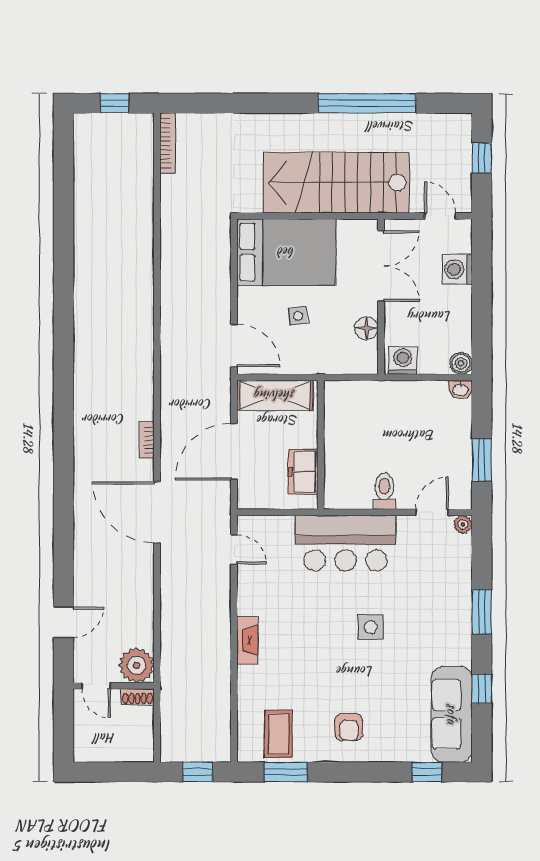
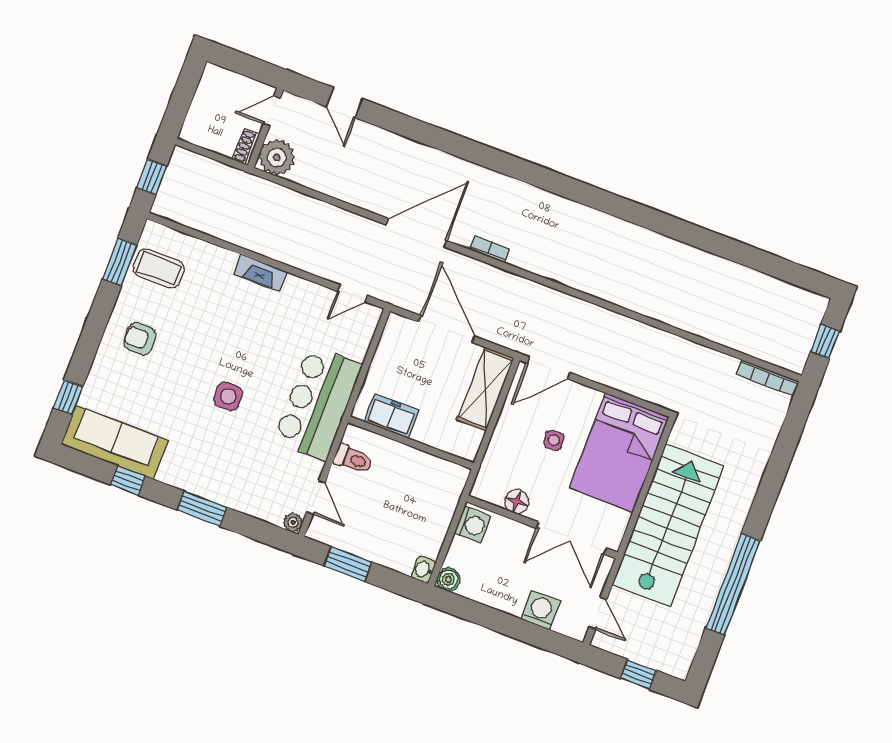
door: (440, 216) -> (598, 613), hinge flipped
wall: (321, 445) -> (411, 443), moved
freezer: (303, 472) -> (391, 416), moved

